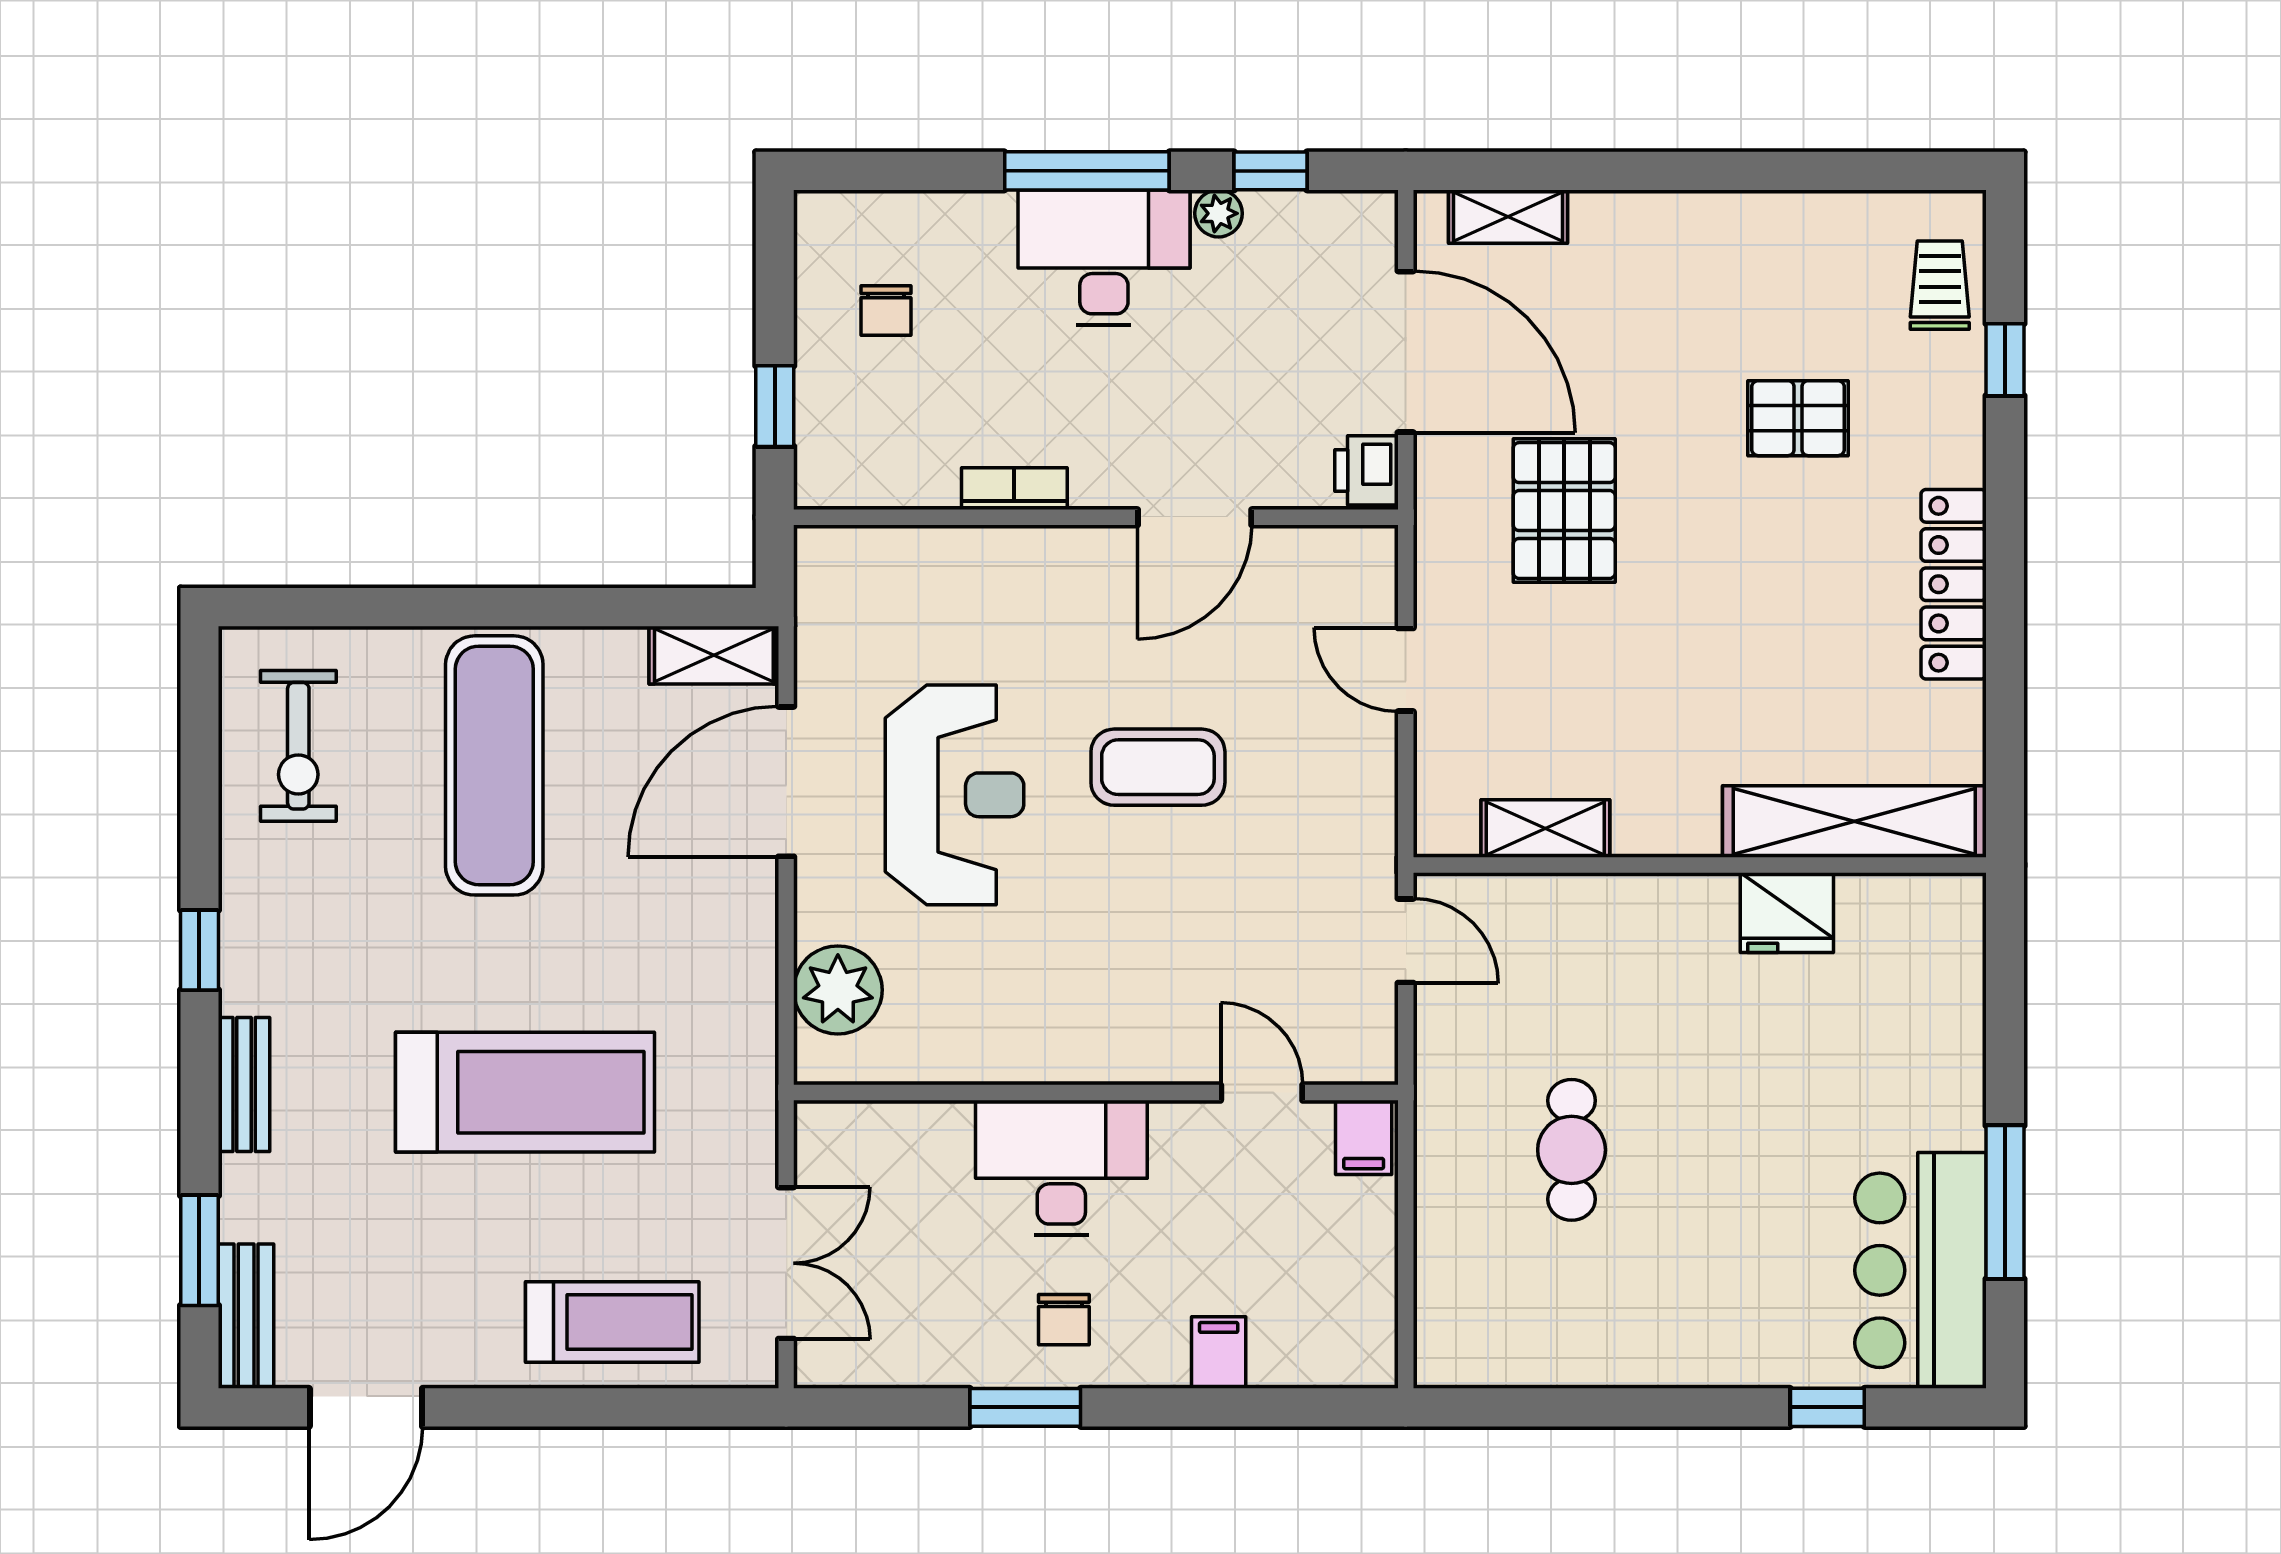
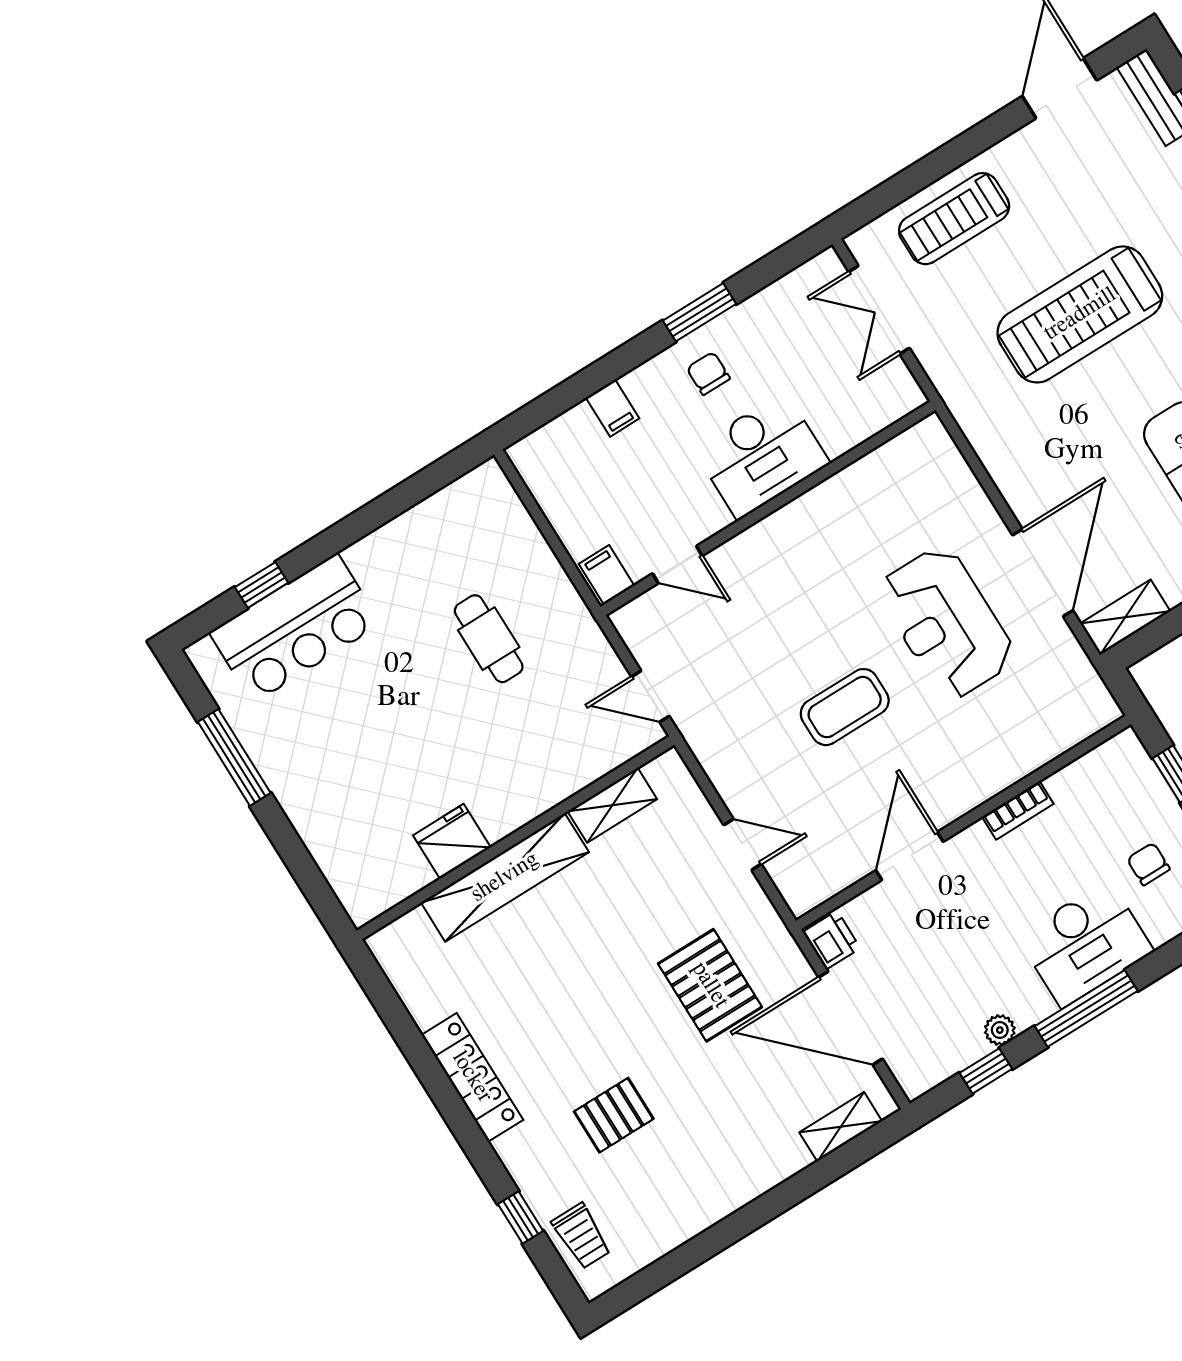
desk: (1104, 257) -> (1085, 944), moved
shelving: (1854, 821) -> (505, 877), moved
plant: (838, 990) -> (944, 477), removed
bar counter: (1920, 1270) -> (295, 628), moved, turned 90

